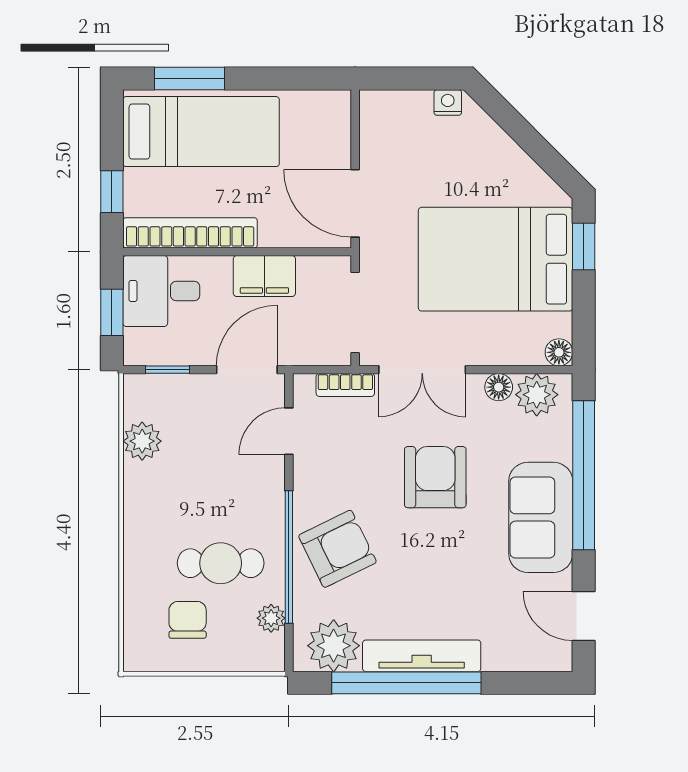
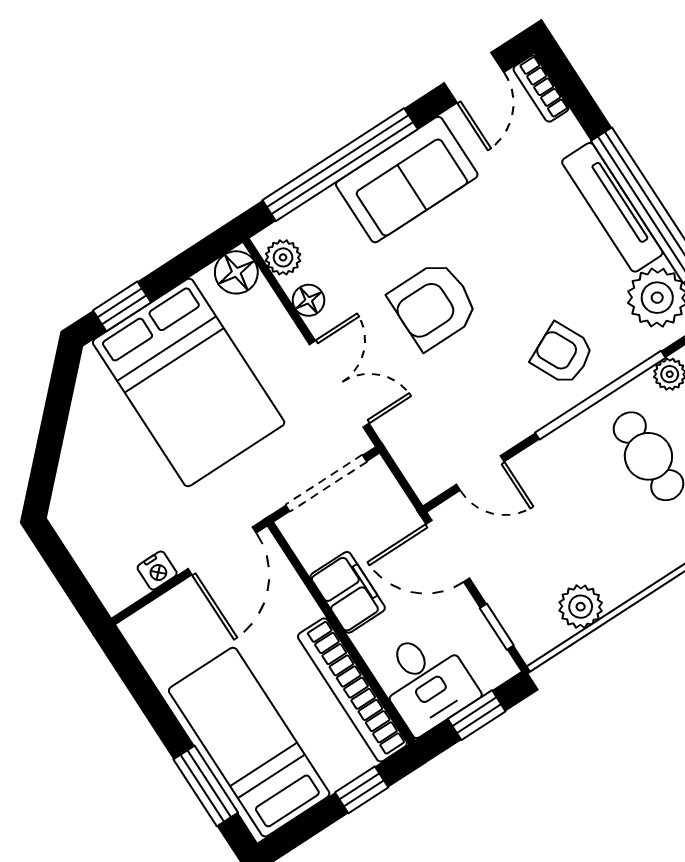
nightstand: (448, 103) -> (157, 571), moved, turned -90
floor lamp: (559, 352) -> (236, 272), width x1.37, depth x1.37
bookcase: (345, 385) -> (541, 89), moved, turned 180
plant: (537, 395) -> (283, 257), width x0.73, depth x0.73
armchair: (337, 549) -> (562, 354), width x0.72, depth x0.72

